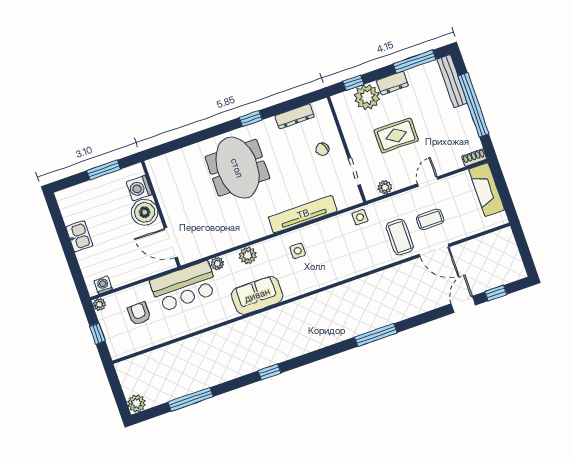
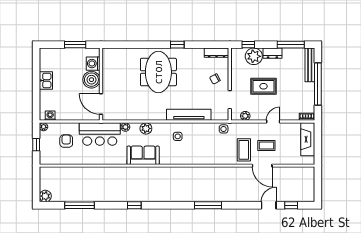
dresser: (295, 116) -> (217, 53), moved

